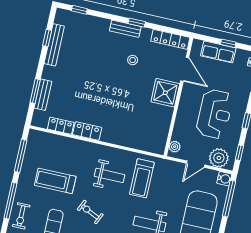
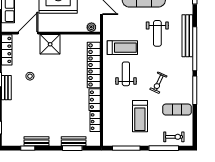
bench: (54, 45) -> (36, 141), width x0.73
locker: (129, 139) -> (94, 65), added

